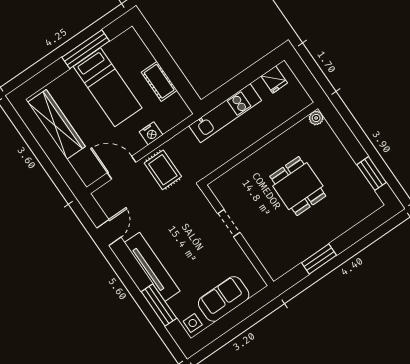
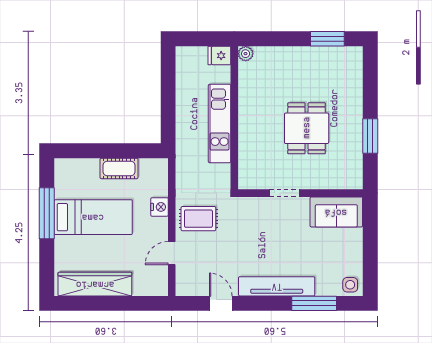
fridge: (274, 80) -> (219, 56), moved, turned 180
kitchen unit: (225, 113) -> (220, 123), moved, turned 180
door: (122, 168) -> (172, 253), width x0.73
dining table: (298, 186) -> (307, 128), moved, turned 90
sofa: (224, 299) -> (336, 212), moved, turned -90

